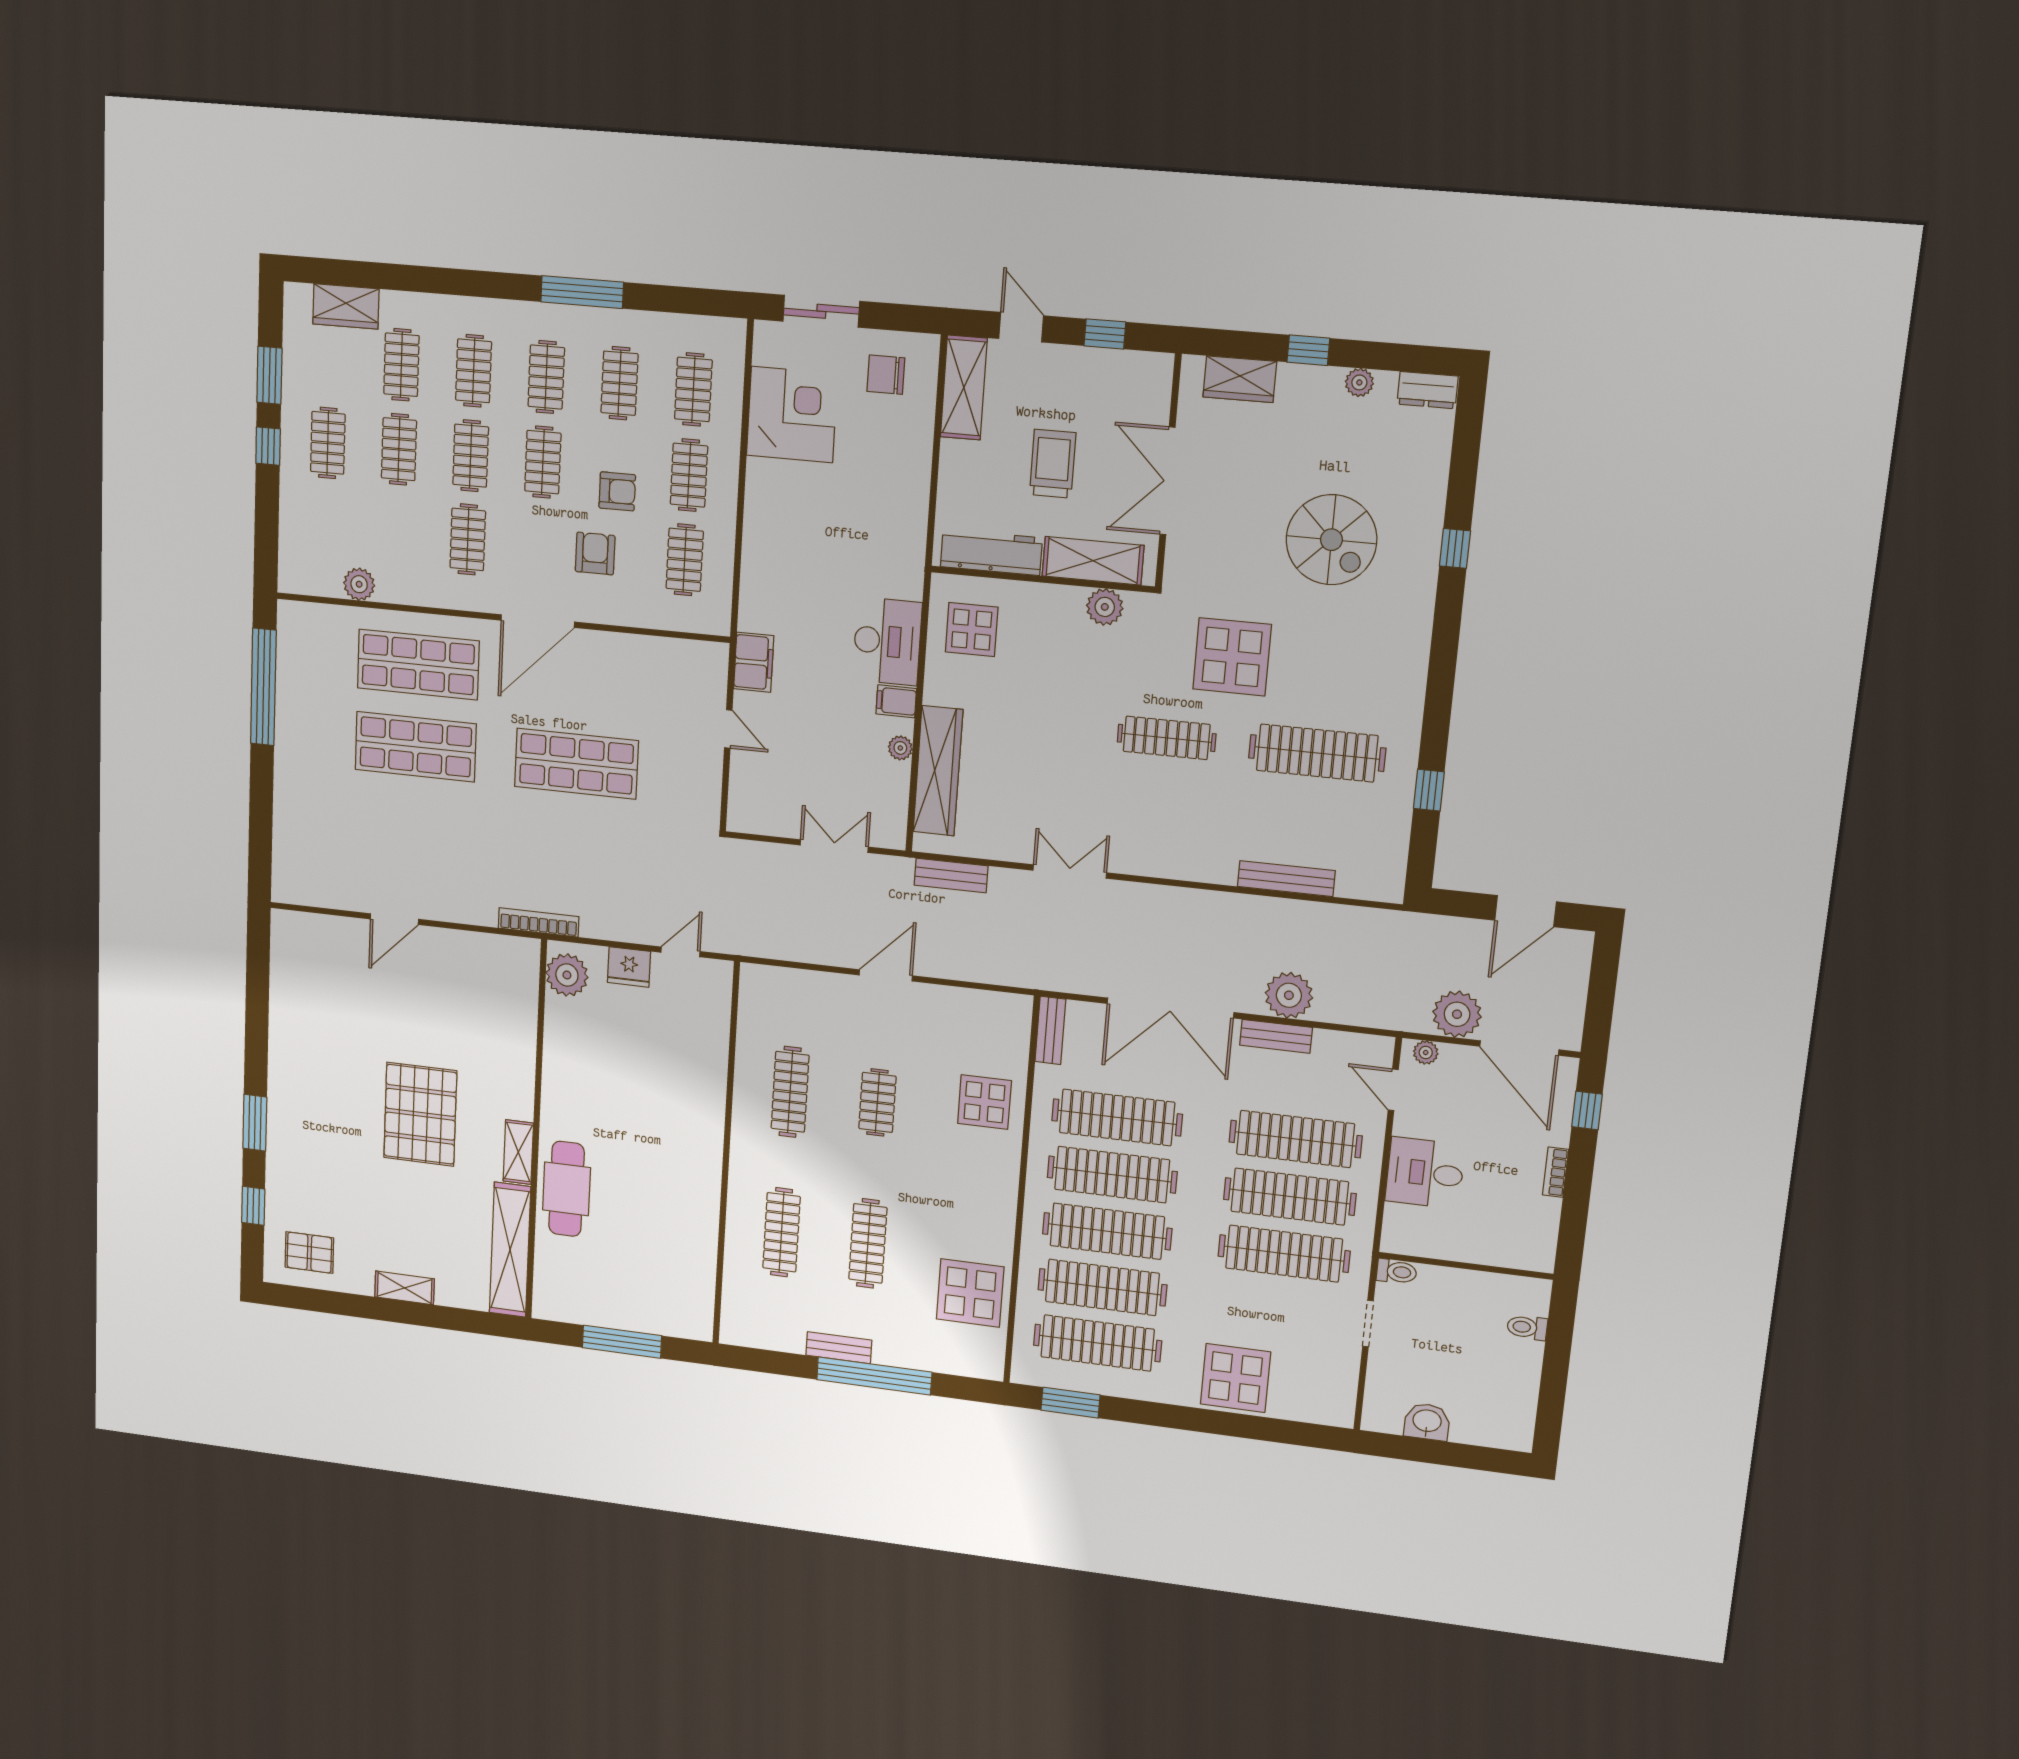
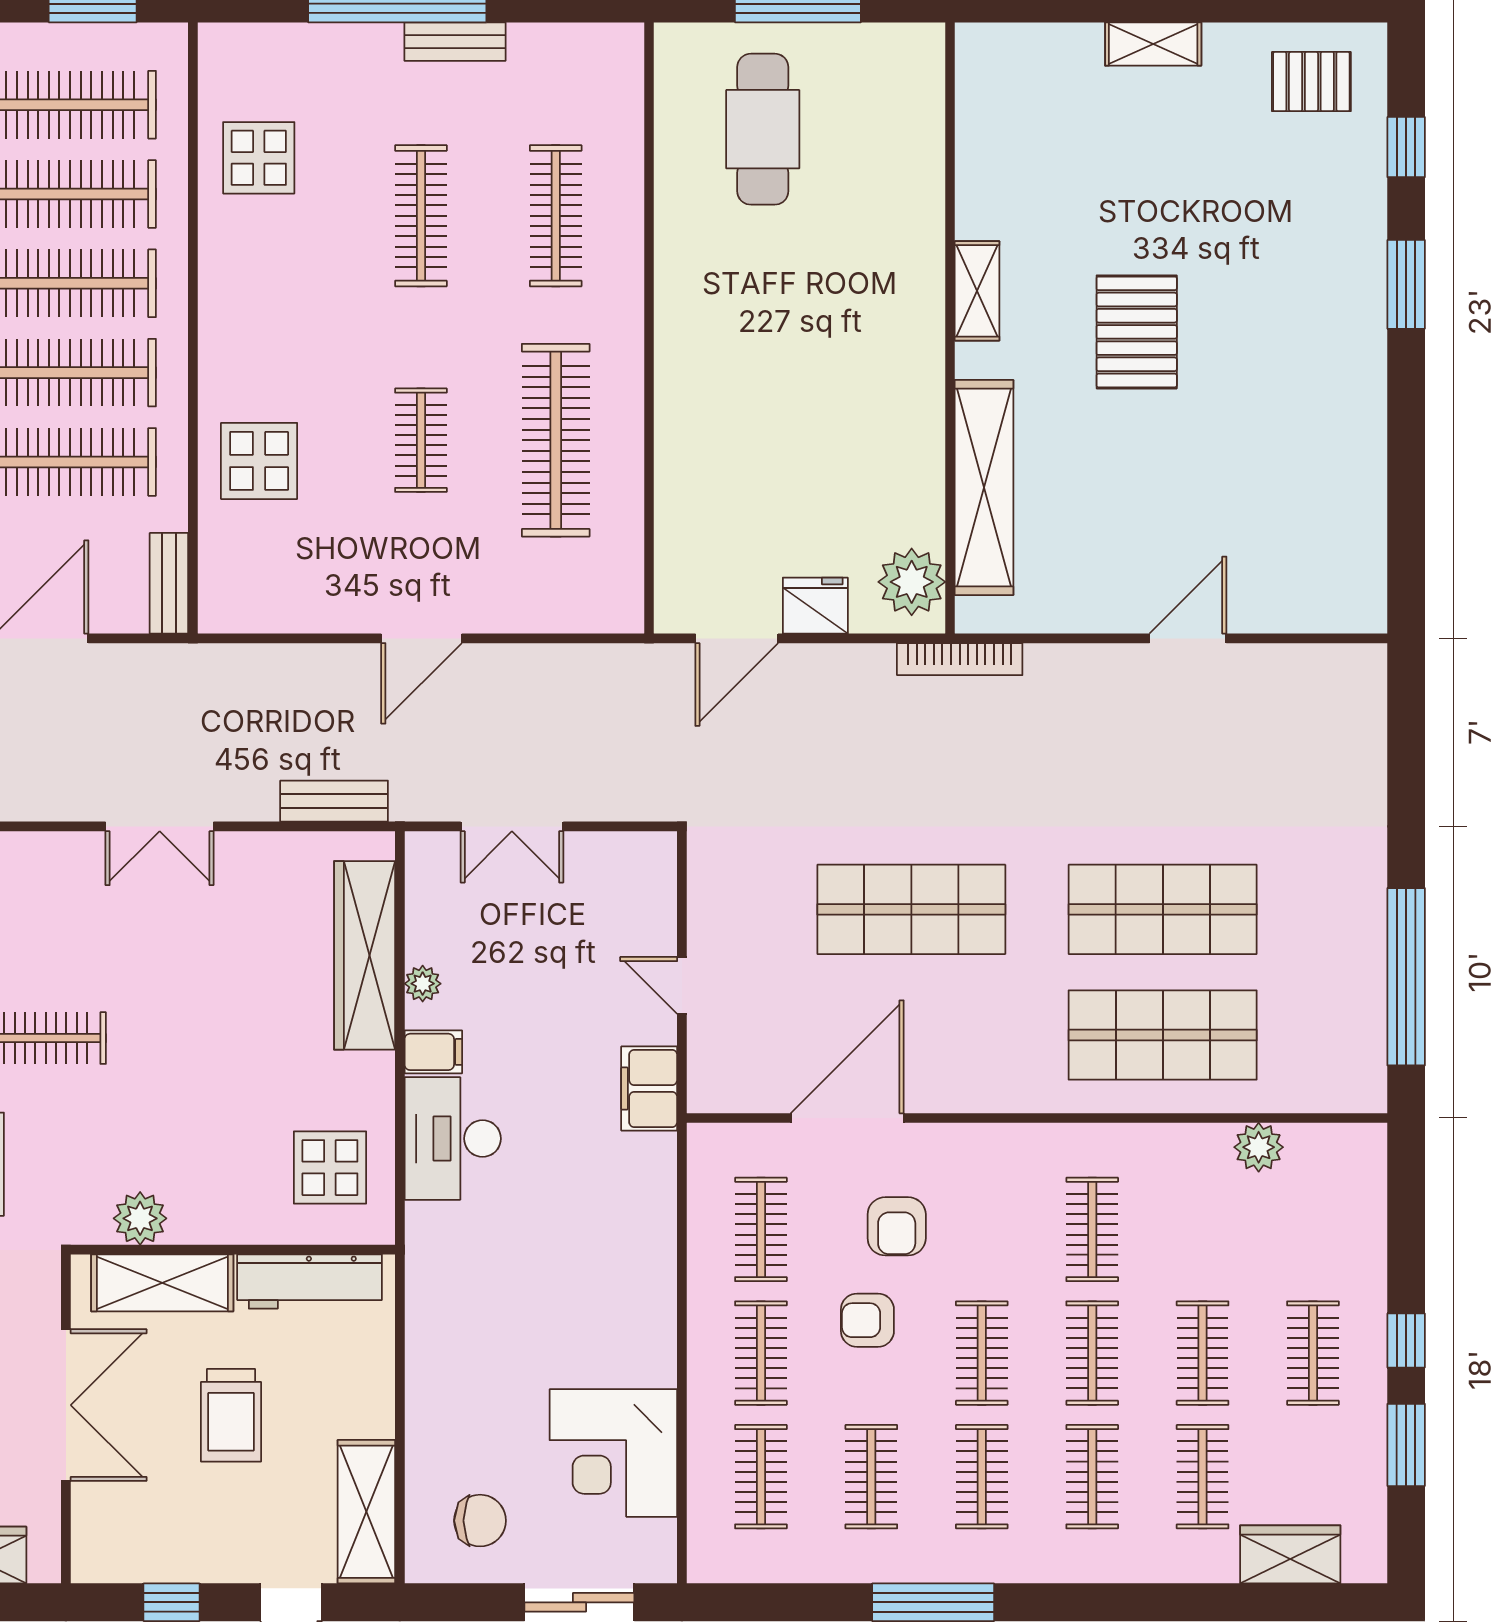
door: (538, 621) -> (847, 1118), moved
door: (680, 952) -> (737, 638), width x1.38
clothes rail: (790, 1092) -> (556, 440), width x1.37, depth x1.31
pallet: (420, 1114) -> (1137, 332), width x0.73, depth x0.71
cafe table: (567, 1189) -> (763, 129), moved
shelving: (510, 1250) -> (984, 487), moved
display table: (970, 1293) -> (259, 158), width x0.73, depth x0.73

